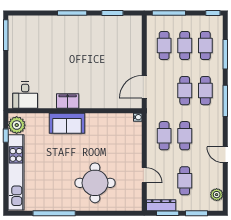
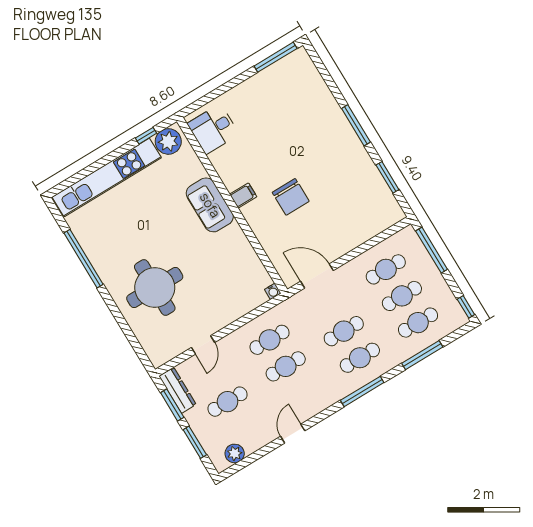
chair: (90, 75) -> (291, 197), added
filing cabinet: (68, 101) -> (243, 195), width x0.50

